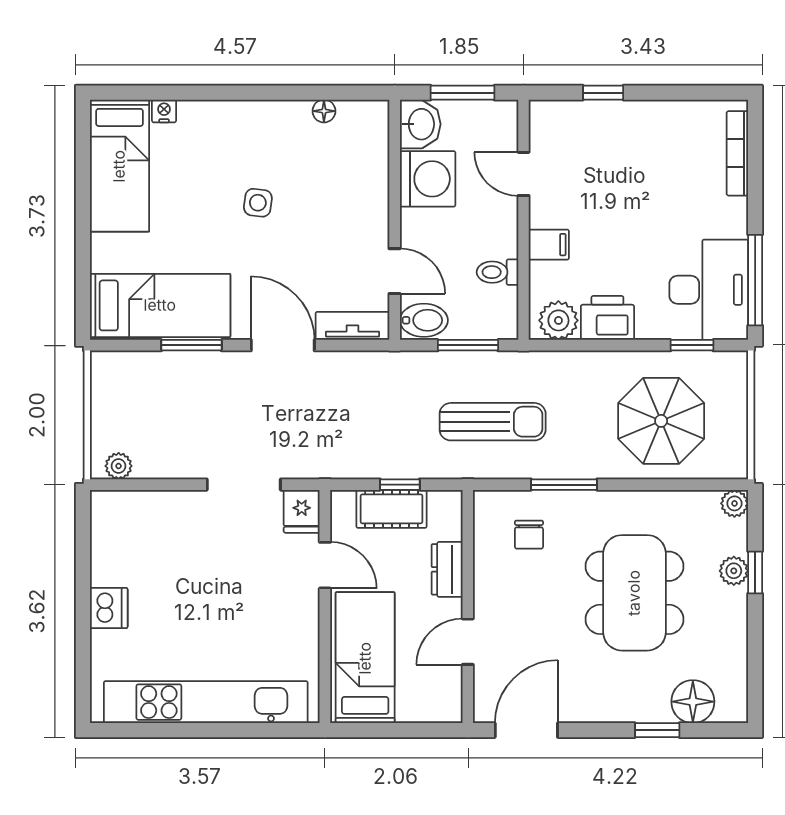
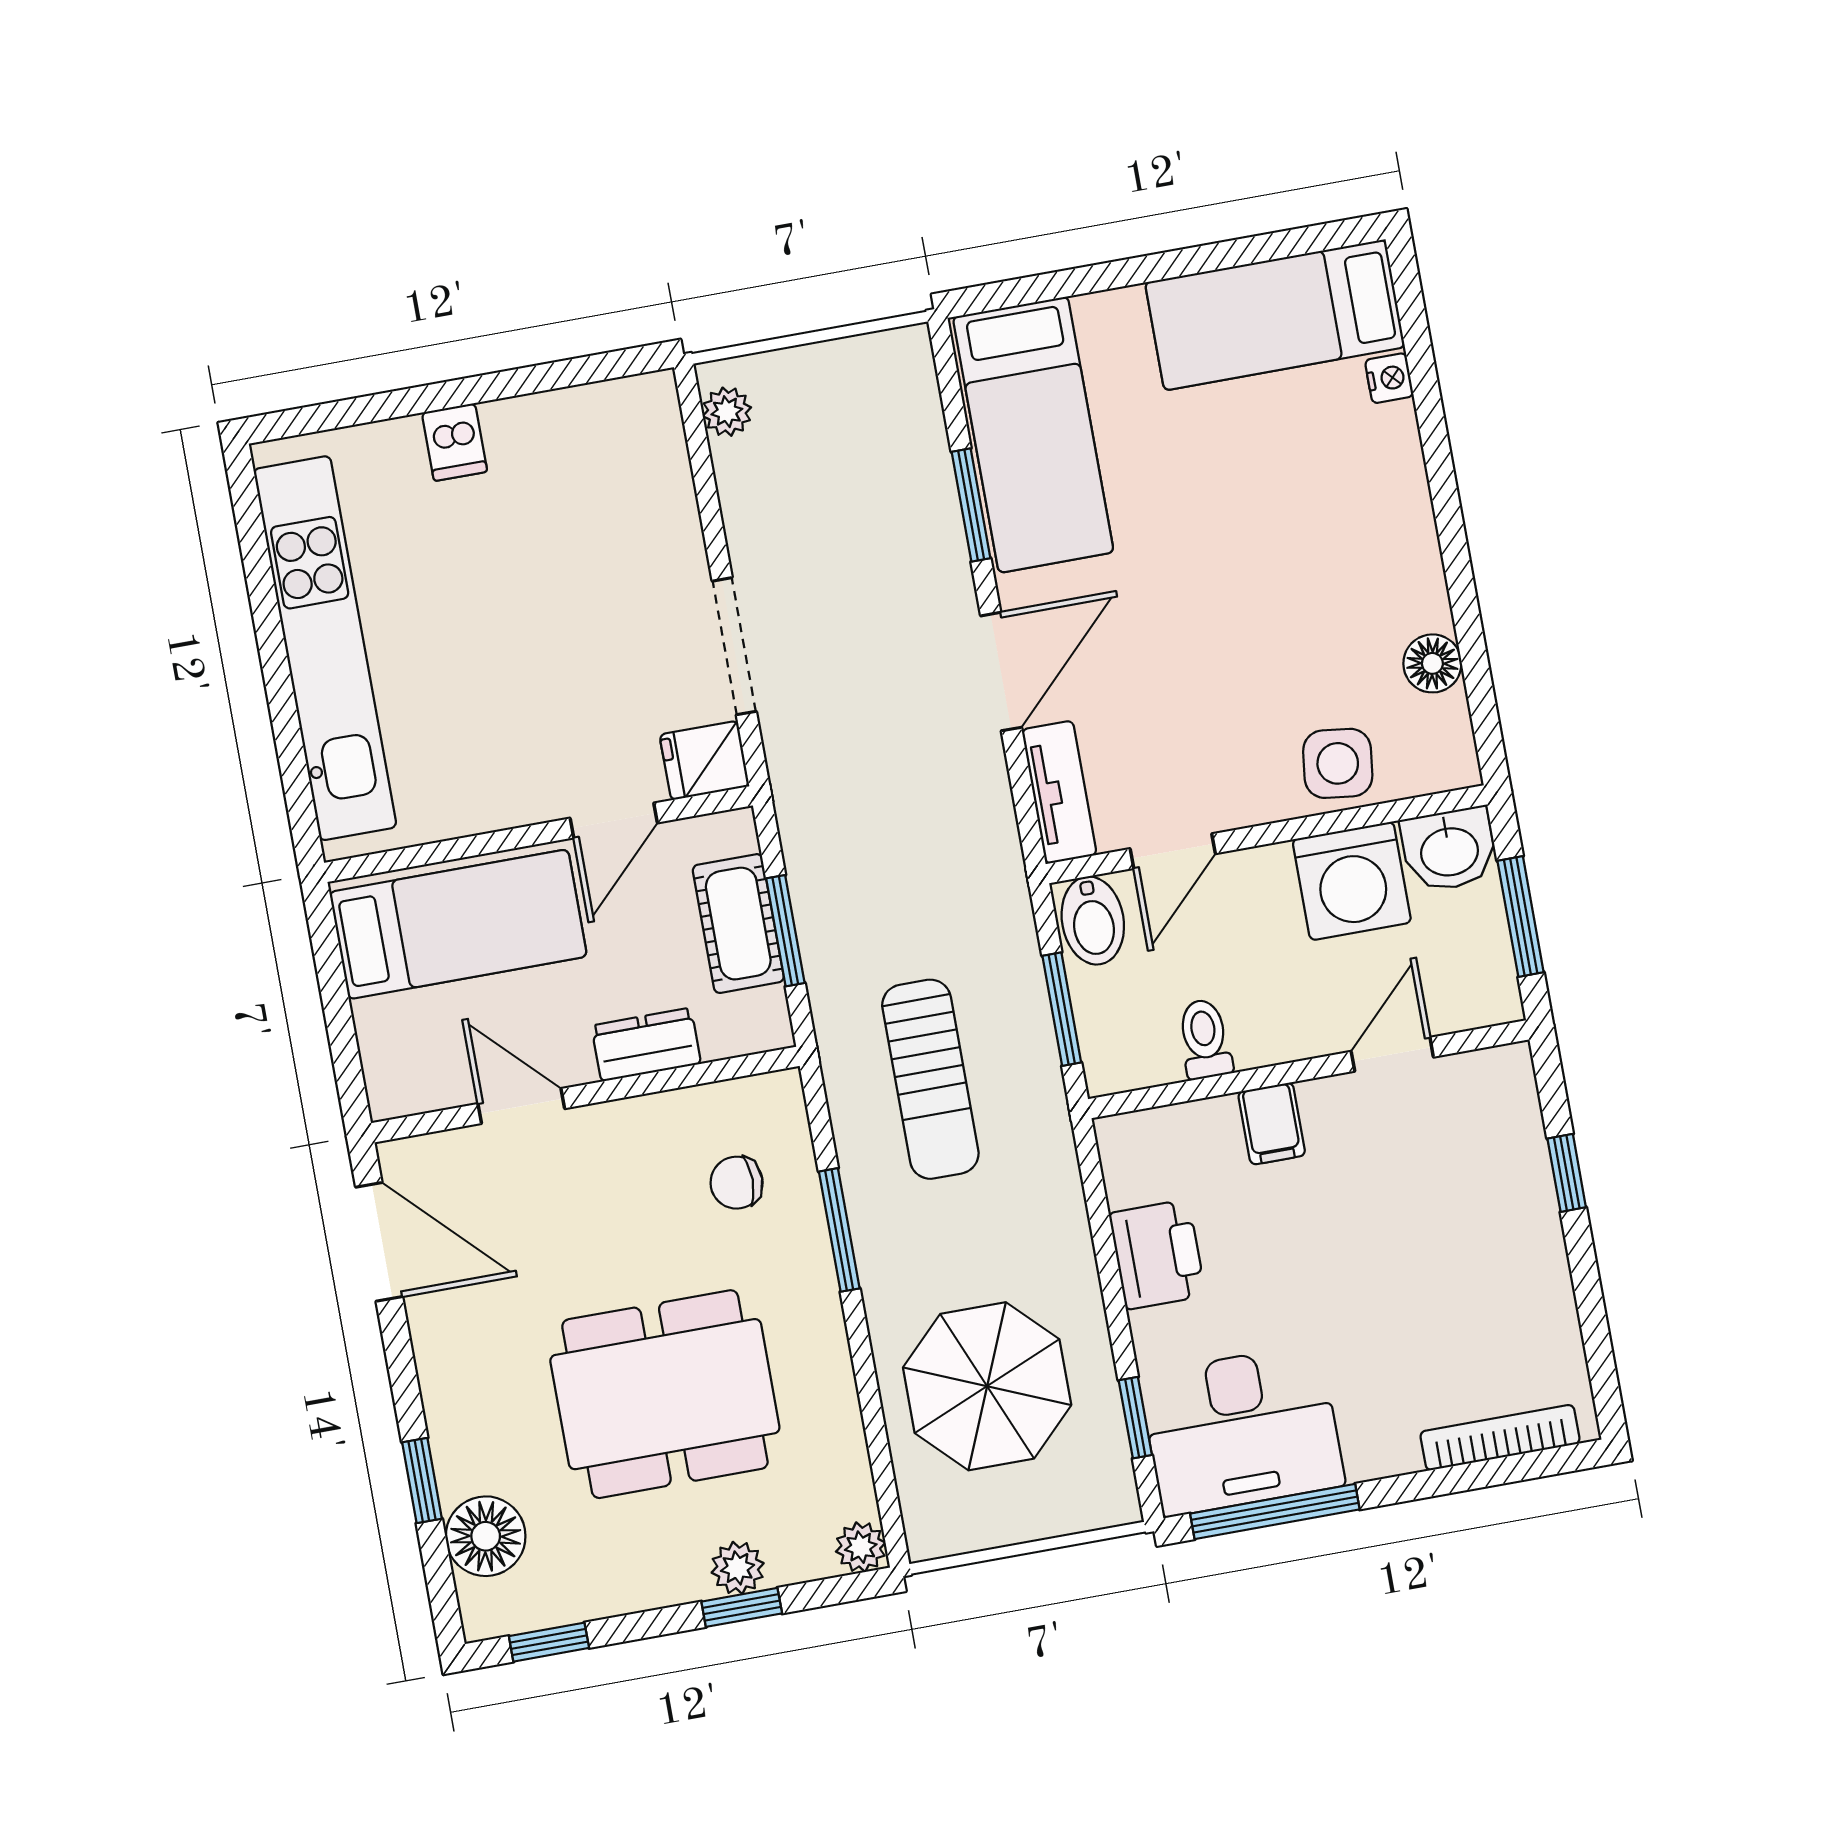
floor lamp: (324, 111) -> (1432, 663), width x1.37, depth x1.37
side table: (258, 203) -> (1338, 763), moved, width x1.37, depth x1.37
plant: (558, 320) -> (1137, 1166), removed
window: (400, 485) -> (785, 931), width x1.50
dishwasher: (109, 608) -> (455, 442), width x0.73
window: (755, 678) -> (549, 1642), added

